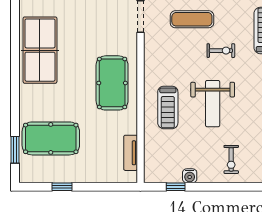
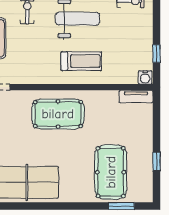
tv unit: (131, 153) -> (136, 96), moved
water cooler: (190, 176) -> (145, 77), moved, turned 90

